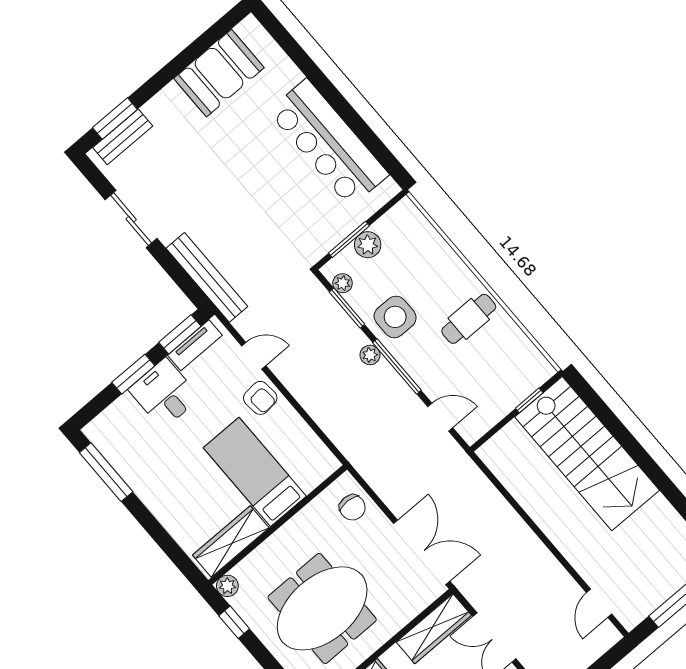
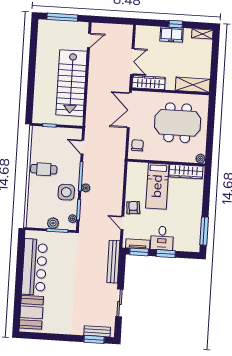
booth: (219, 73) -> (31, 312), moved, turned 90
stairs: (587, 454) -> (71, 83), moved, turned 180
window: (234, 622) -> (209, 145), removed

